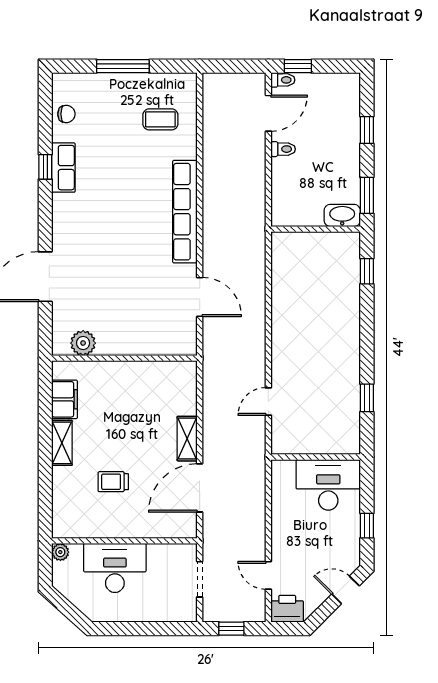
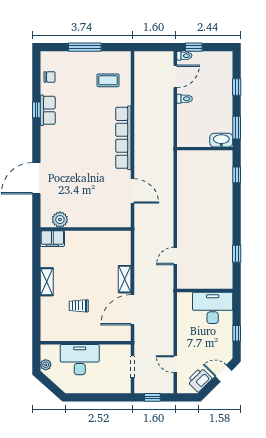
filing cabinet: (64, 399) -> (52, 239), moved, turned 90
plant: (60, 552) -> (46, 365), moved
printer: (287, 609) -> (200, 380), moved, turned -45

